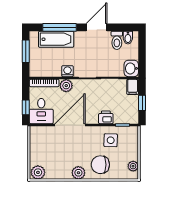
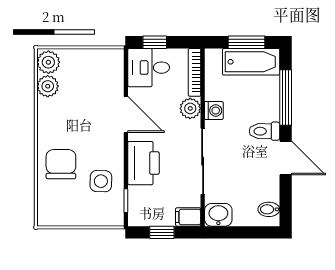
bathtub: (56, 39) -> (251, 62), moved, turned -90
toilet: (117, 40) -> (264, 131), moved
printer: (106, 117) -> (144, 163), width x1.87, depth x1.48
door: (70, 125) -> (126, 114), width x0.73
plant: (133, 166) -> (58, 218), removed
plant: (78, 173) -> (48, 86), moved

